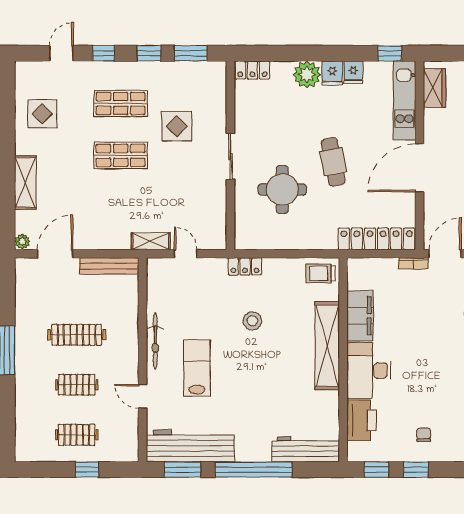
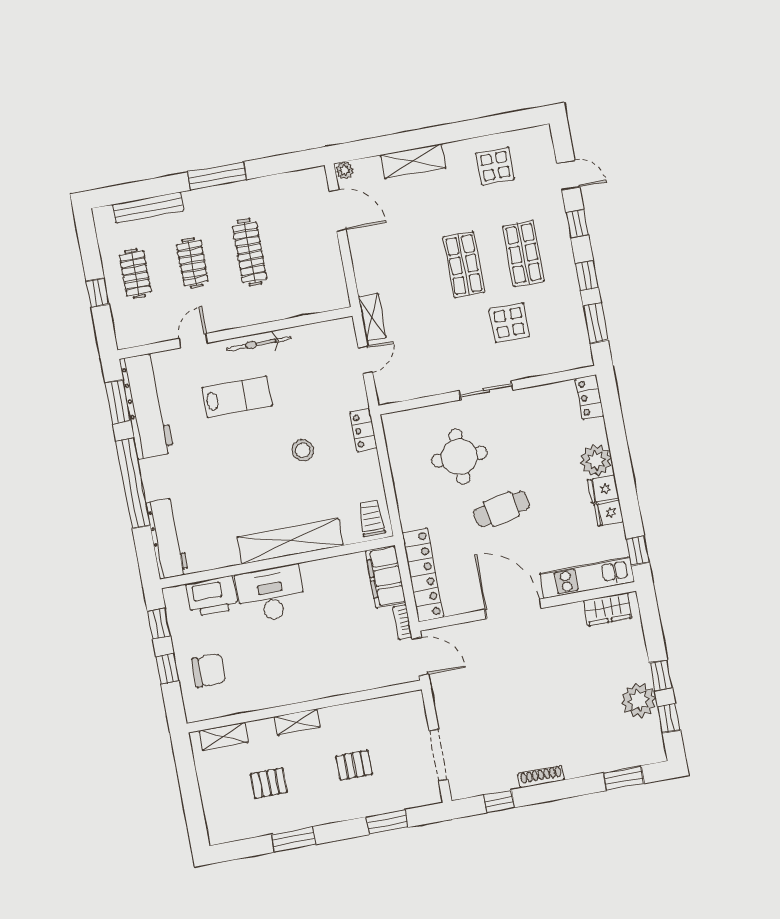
bench: (109, 266) -> (148, 208), moved, turned 90
filing cabinet: (360, 316) -> (385, 577), moved, turned 90
chair: (424, 435) -> (209, 670), width x1.87, depth x1.87

